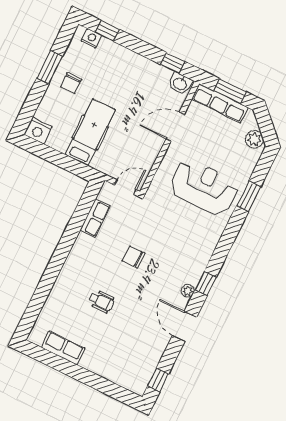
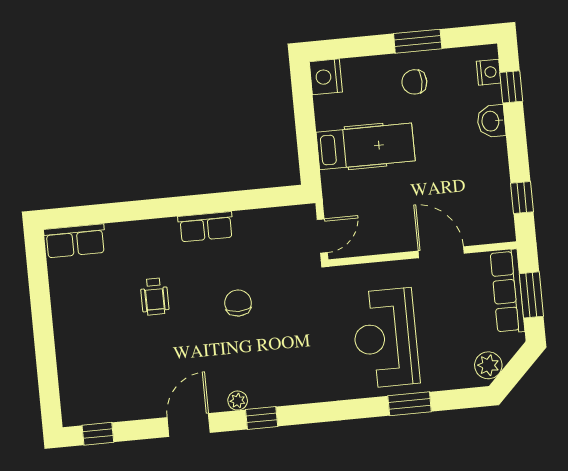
washbasin: (180, 84) -> (491, 121), moved
door: (125, 187) -> (322, 236), hinge flipped
reception desk: (204, 187) -> (385, 338), turned 180
row of seats: (95, 218) -> (206, 227), moved
row of seats: (63, 348) -> (75, 241), moved, turned 90

